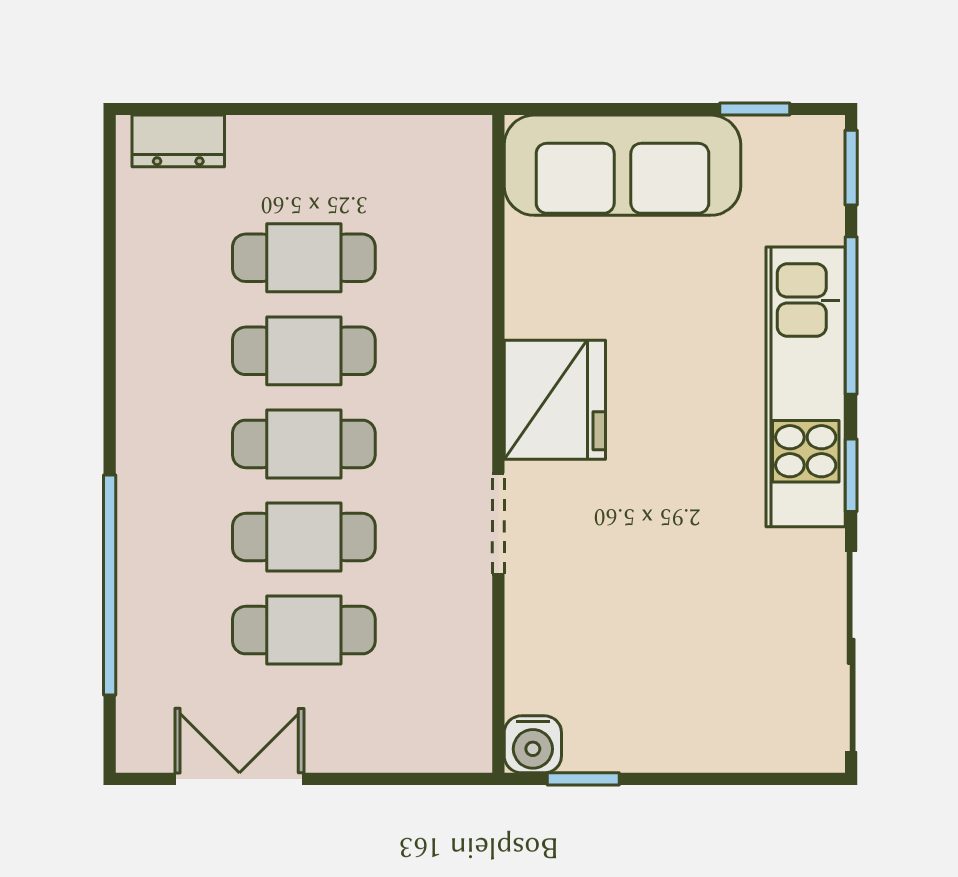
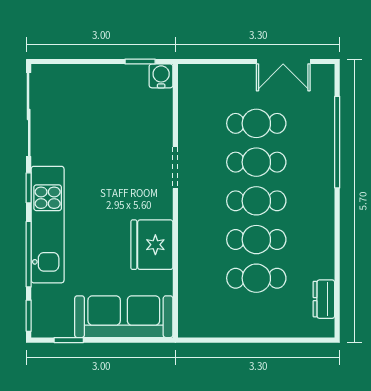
dresser: (178, 141) -> (324, 299), moved, turned -90
fridge: (555, 400) -> (152, 245), moved

